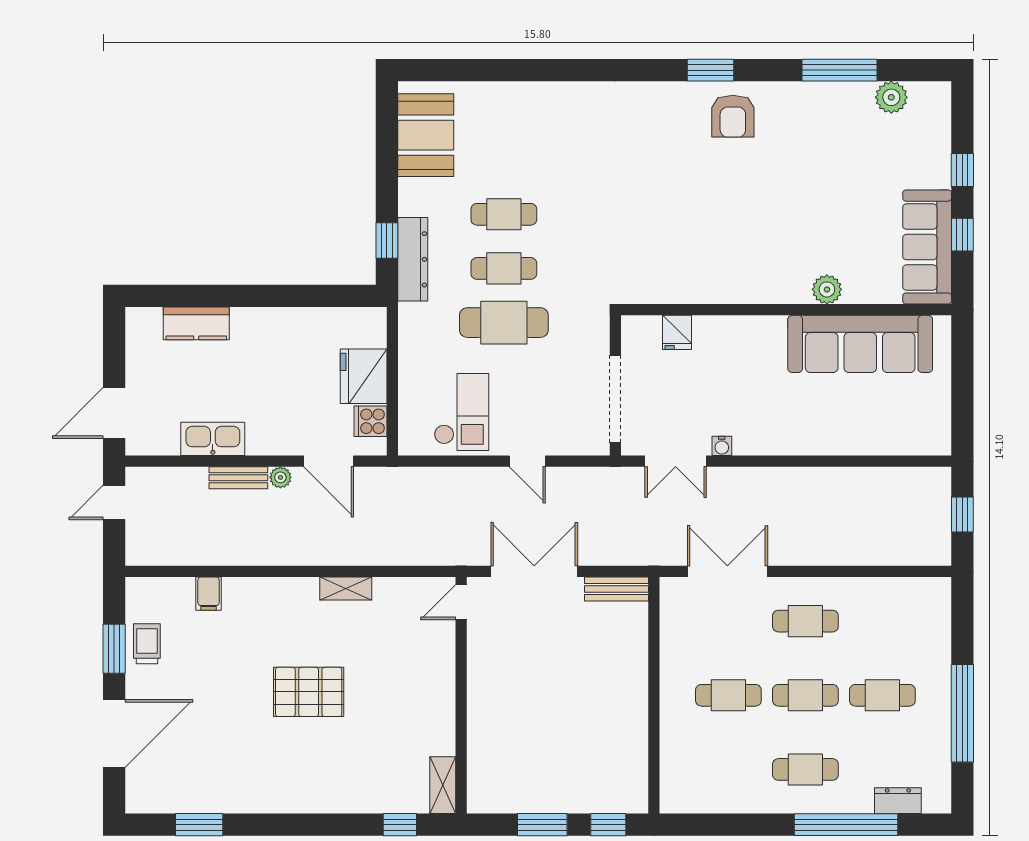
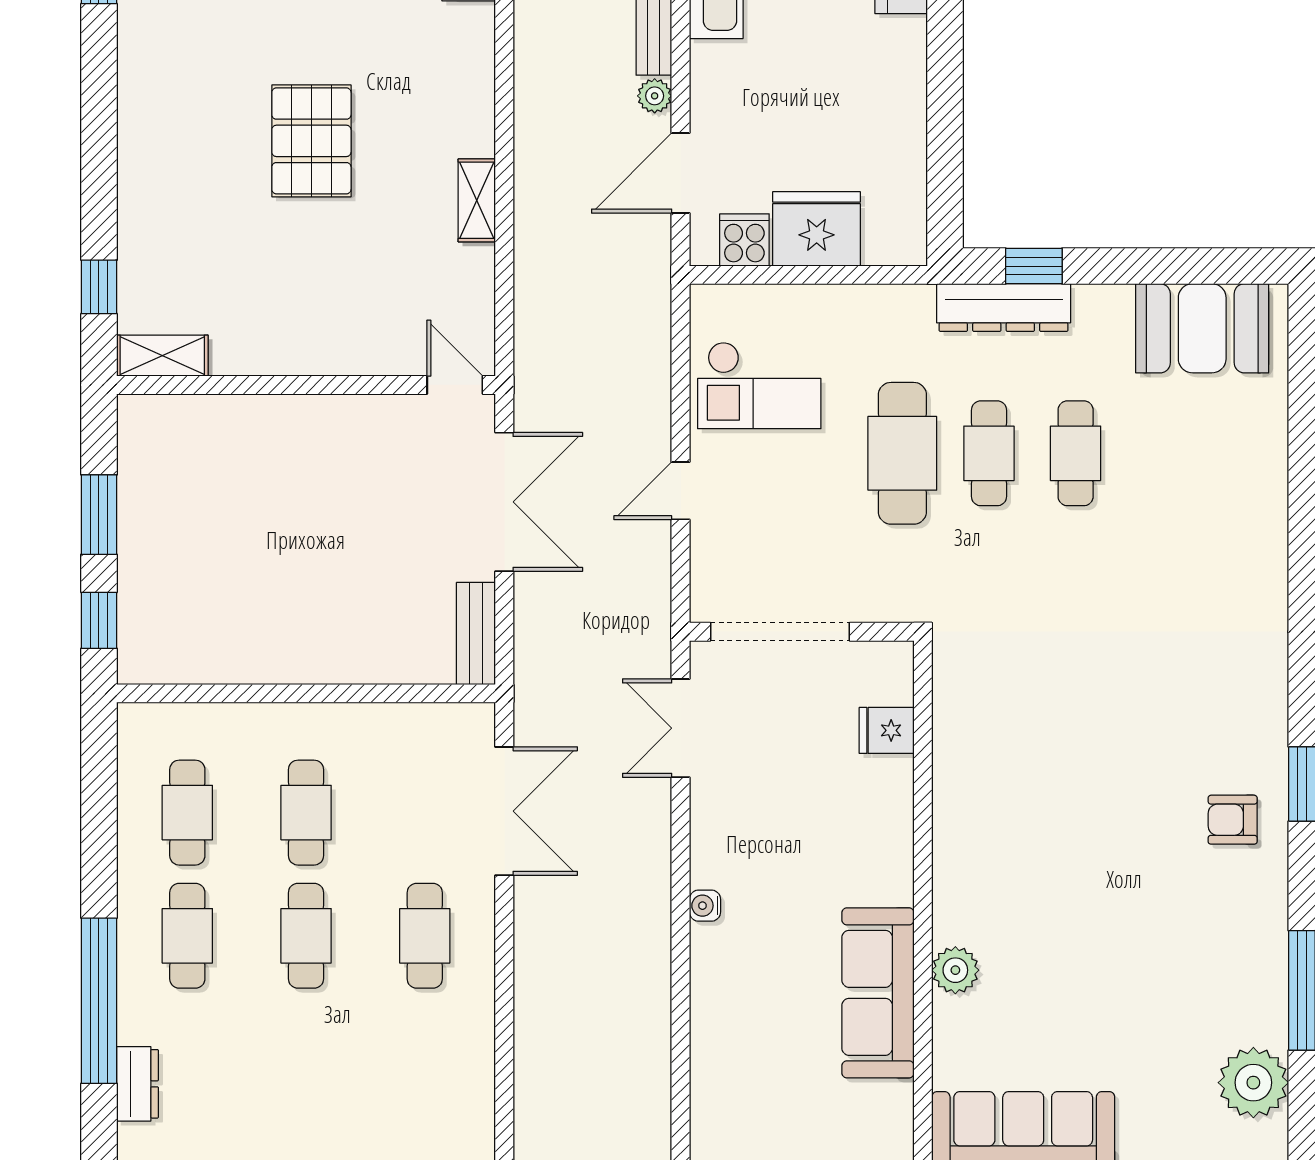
plant: (891, 97) -> (1253, 1083), width x1.36, depth x1.36
armchair: (733, 116) -> (1233, 820), width x0.72, depth x0.72
sofa: (860, 344) -> (878, 993), width x0.74, depth x0.79
water cooler: (722, 446) -> (705, 906), moved
cafe table: (882, 695) -> (187, 813), moved

